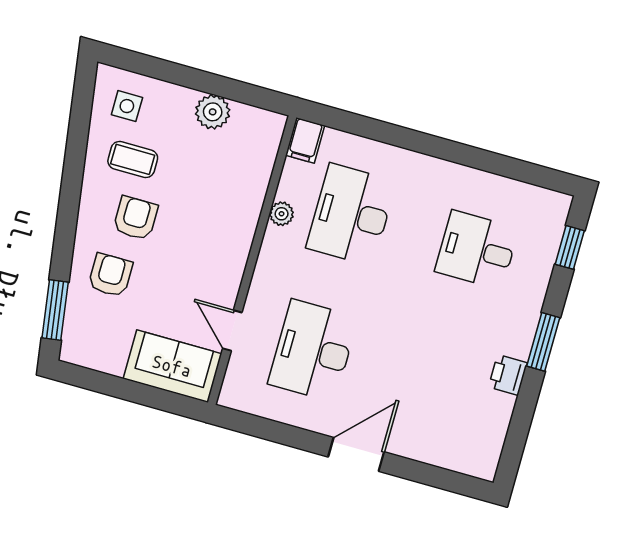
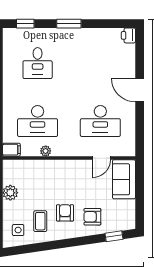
armchair: (135, 218) -> (65, 213), turned 90
window: (55, 310) -> (114, 236), width x0.67
printer: (508, 375) -> (128, 35), moved, turned 90

